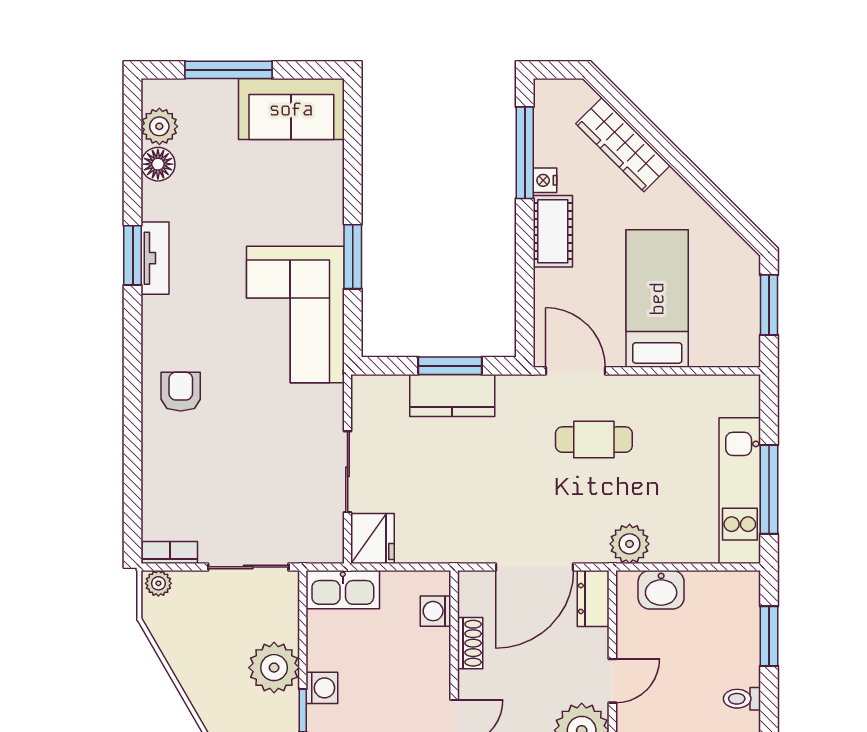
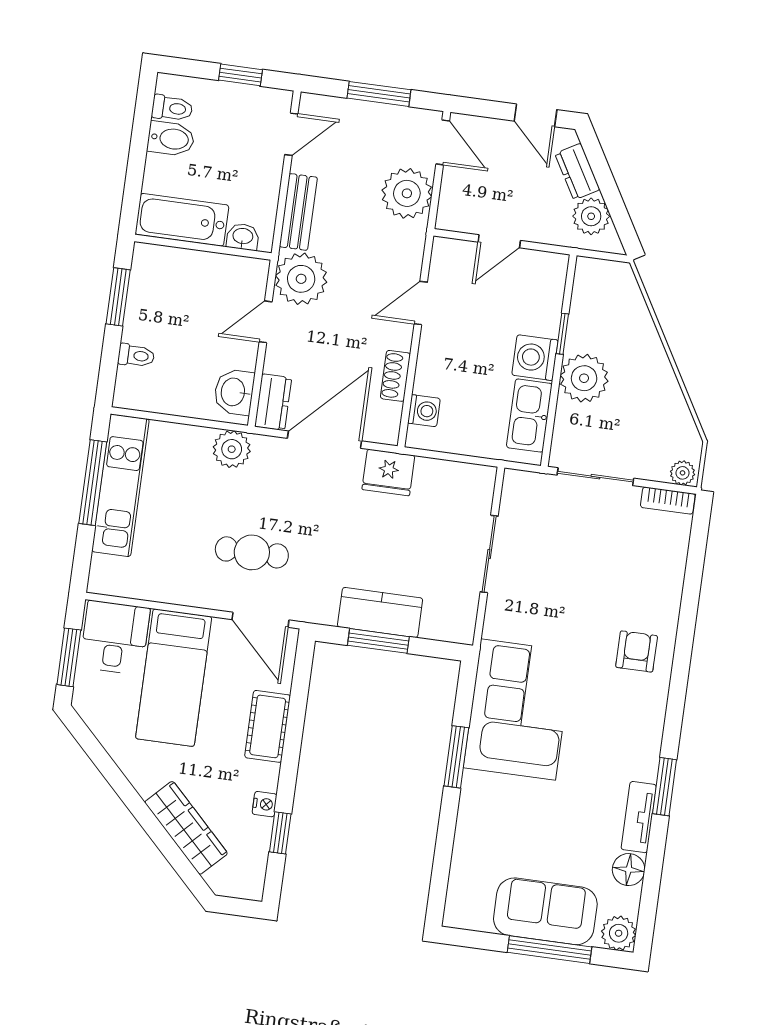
sofa: (291, 109) -> (545, 911), moved
plant: (159, 126) -> (619, 933), moved
window: (525, 153) -> (280, 833), width x0.46
cot: (553, 231) -> (268, 726), moved
tv unit: (155, 258) -> (639, 817), moved
desk: (724, 332) -> (115, 638), added
armchair: (181, 392) -> (637, 651), turned 180
fridge: (373, 538) -> (388, 472), moved, turned -90
kitchen sink: (343, 590) -> (529, 416), moved, turned -90
washbasin: (661, 590) -> (234, 392), moved, turned -90
window: (769, 636) -> (118, 297), moved
washing machine: (322, 688) -> (535, 358), width x1.38, depth x1.38
toilet: (742, 699) -> (136, 356), moved

